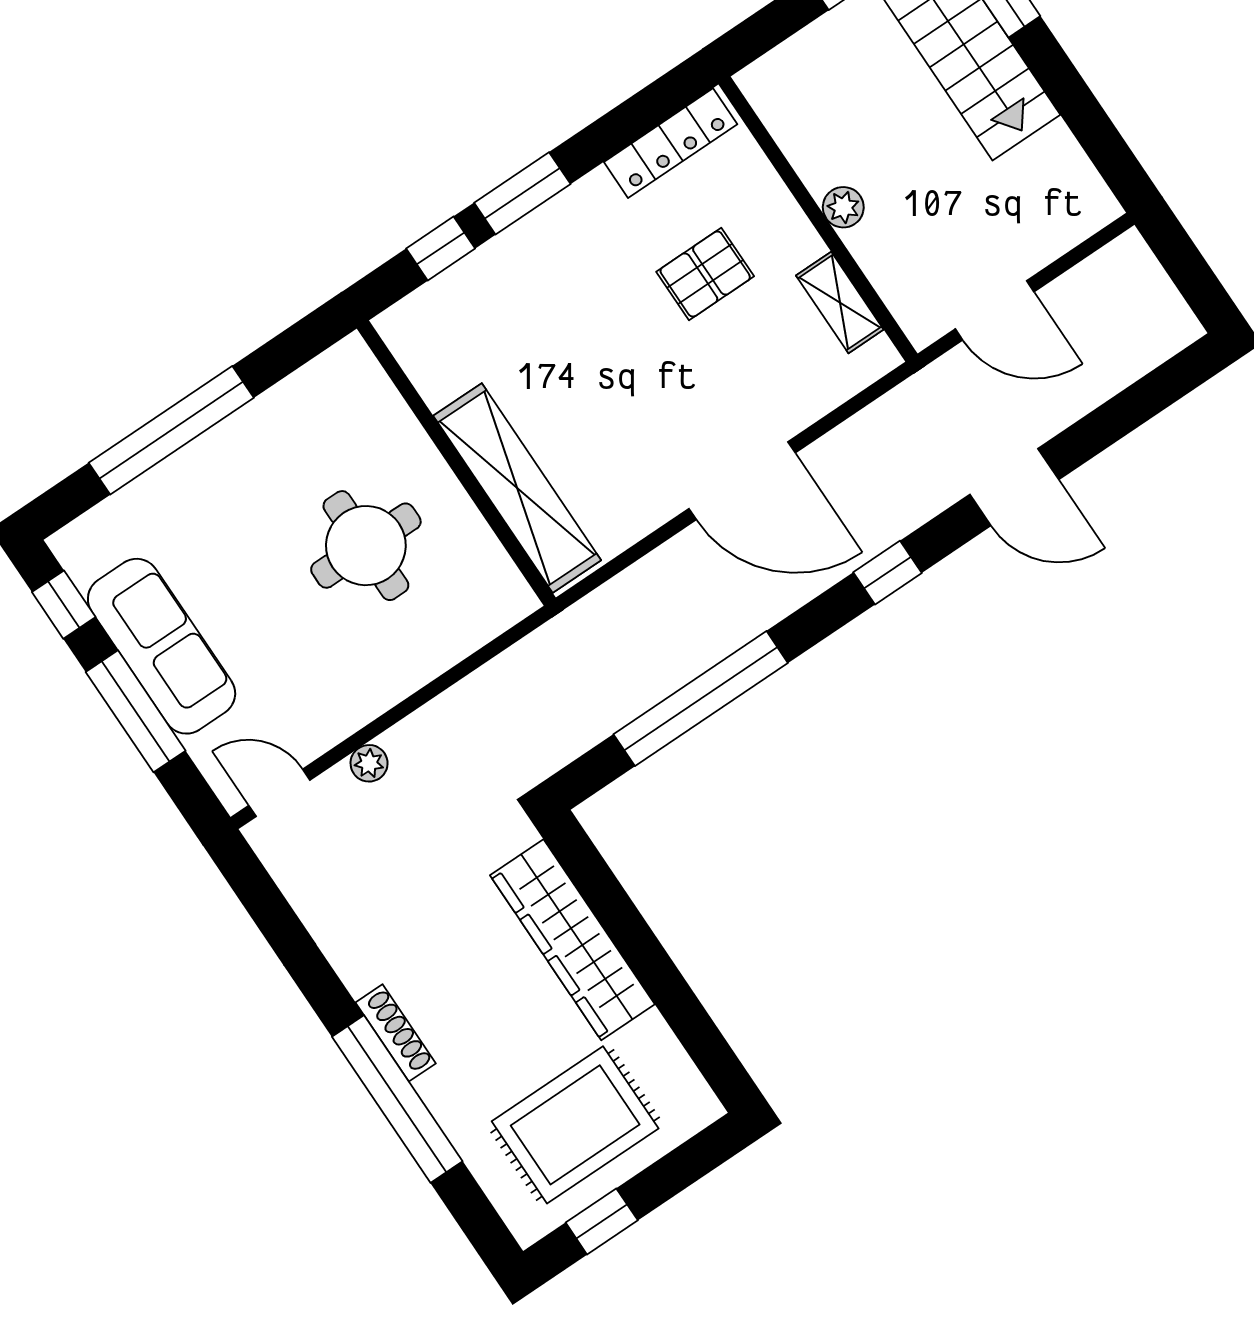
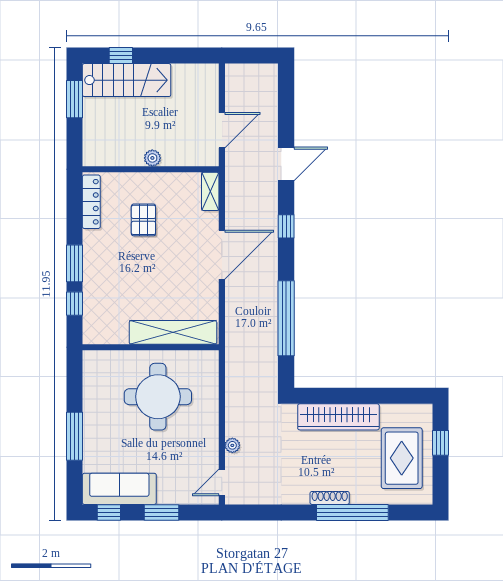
shelving: (840, 302) -> (210, 191), moved, turned 90
window: (171, 430) -> (74, 436), width x0.68
round table: (366, 546) -> (158, 397), width x1.36, depth x1.36
sofa: (162, 646) -> (119, 489), moved
window: (136, 711) -> (161, 512), width x0.69
window: (602, 1221) -> (440, 443), moved

